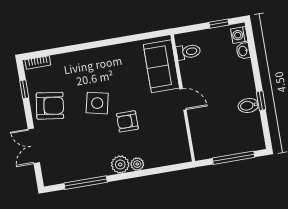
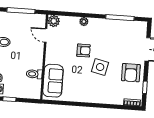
toilet: (188, 52) -> (34, 74), moved
door: (183, 99) -> (46, 35), moved
armchair: (50, 106) -> (131, 73), turned -98
plant: (120, 165) -> (54, 21), moved

